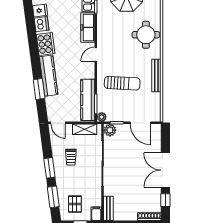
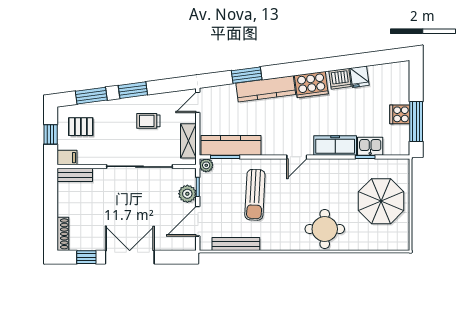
door: (96, 54) -> (297, 157), swing flipped
bench: (156, 75) -> (236, 244), moved
plant: (110, 130) -> (187, 194), moved

